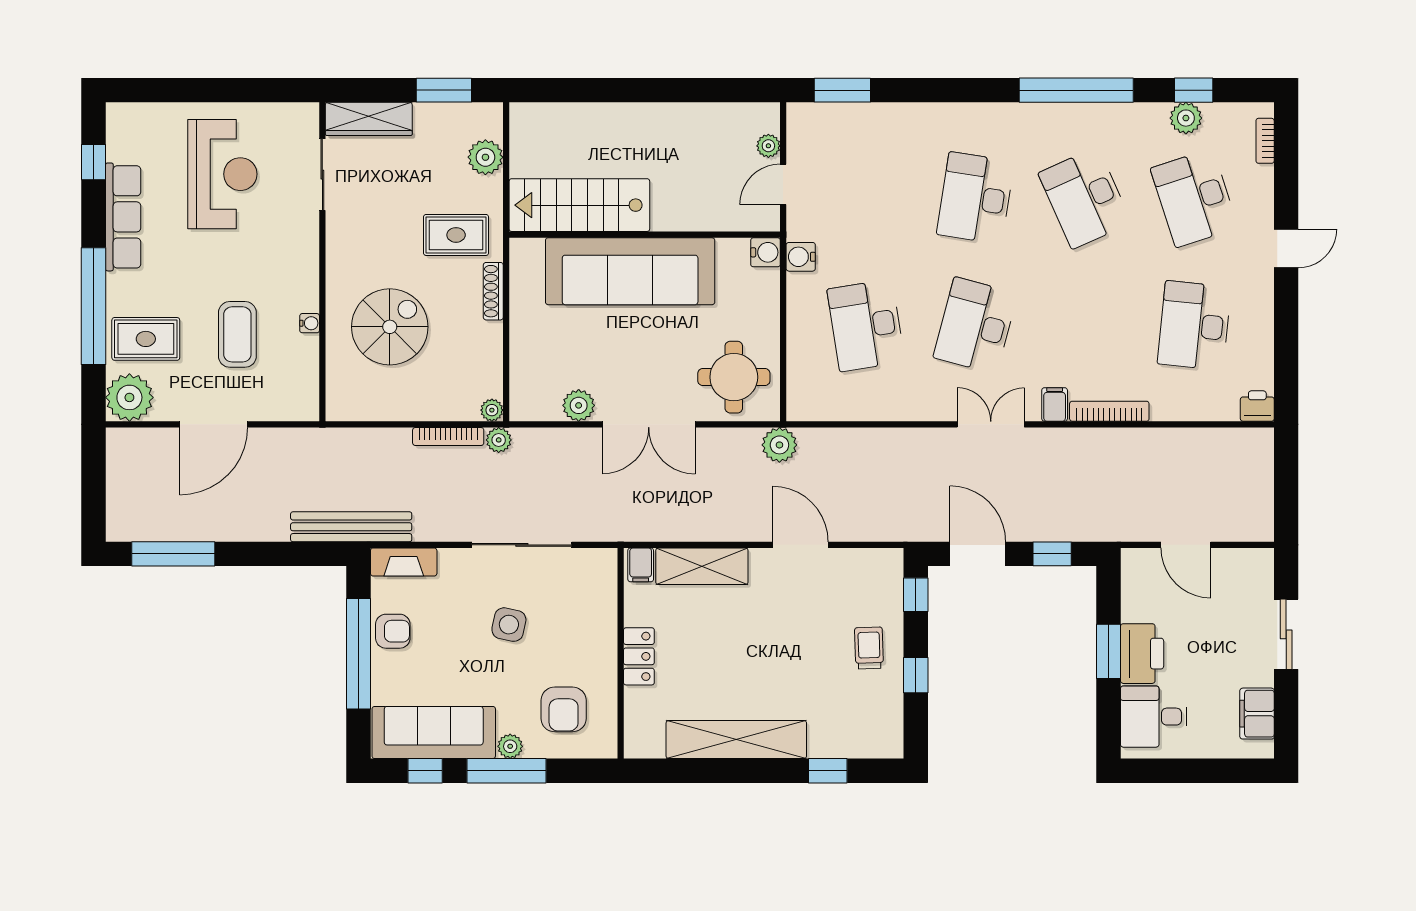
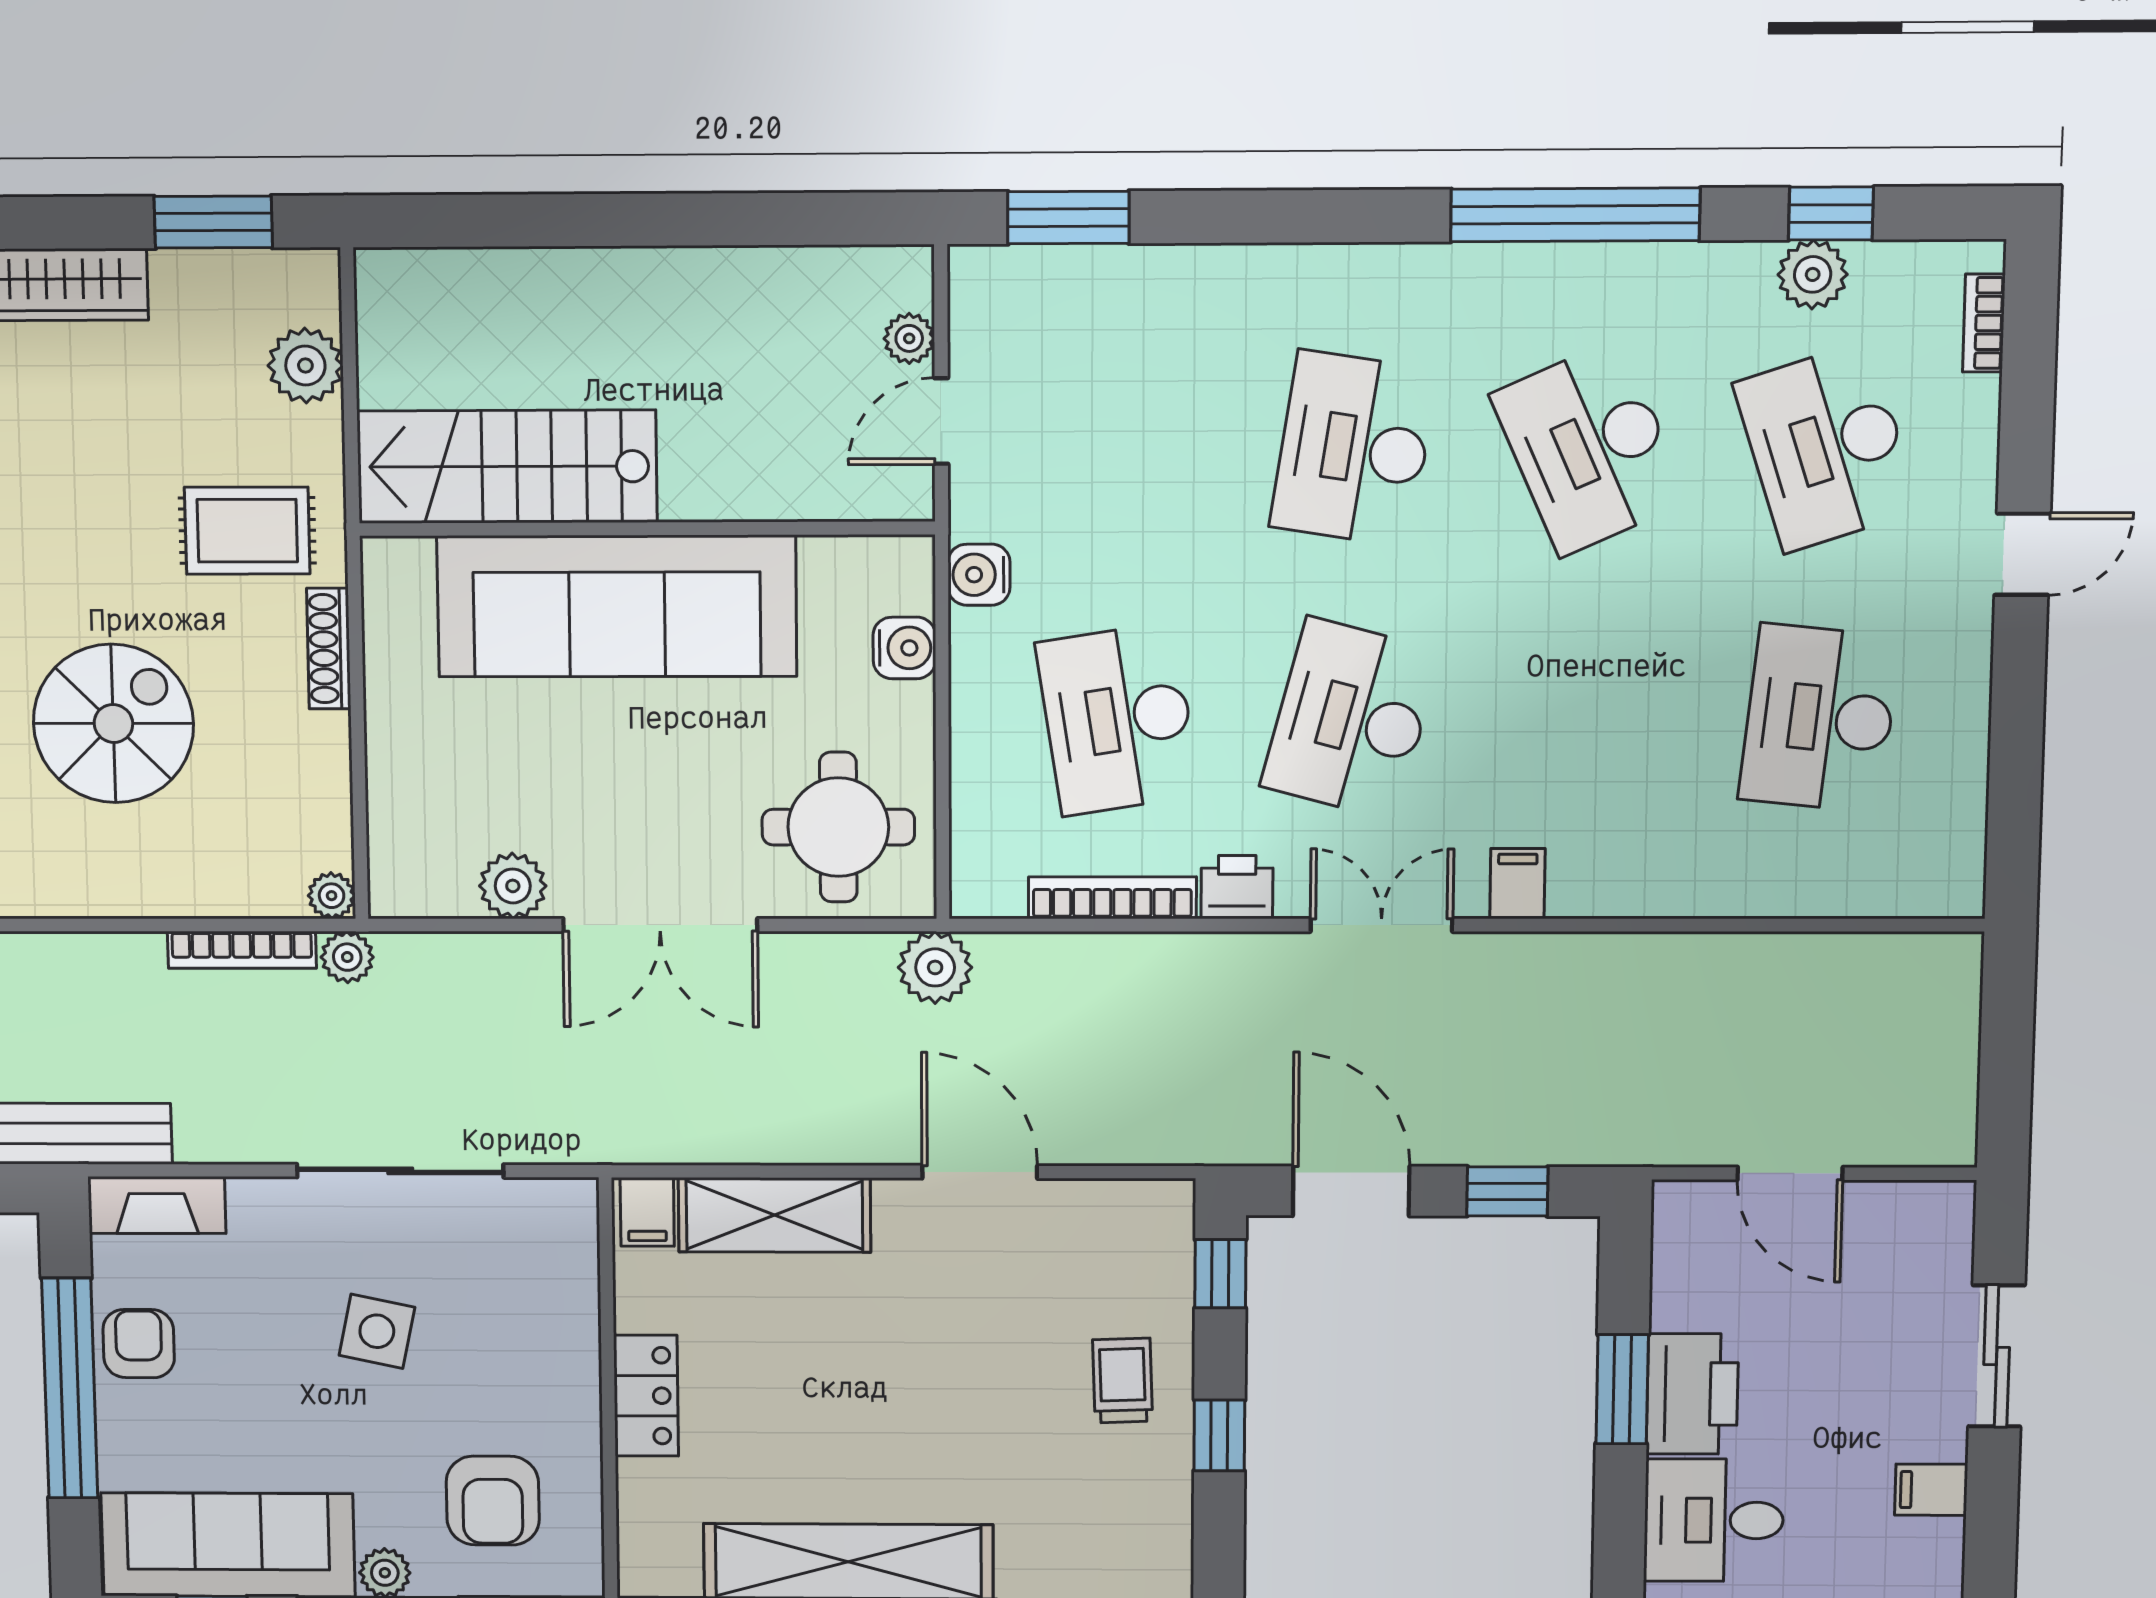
water cooler: (766, 252) -> (904, 648), moved
printer: (1257, 406) -> (1237, 887), moved
bookcase: (1109, 411) -> (1112, 898), moved
armchair: (393, 631) -> (139, 1344), turned -90
filing cabinet: (1257, 714) -> (1931, 1490), width x0.50

